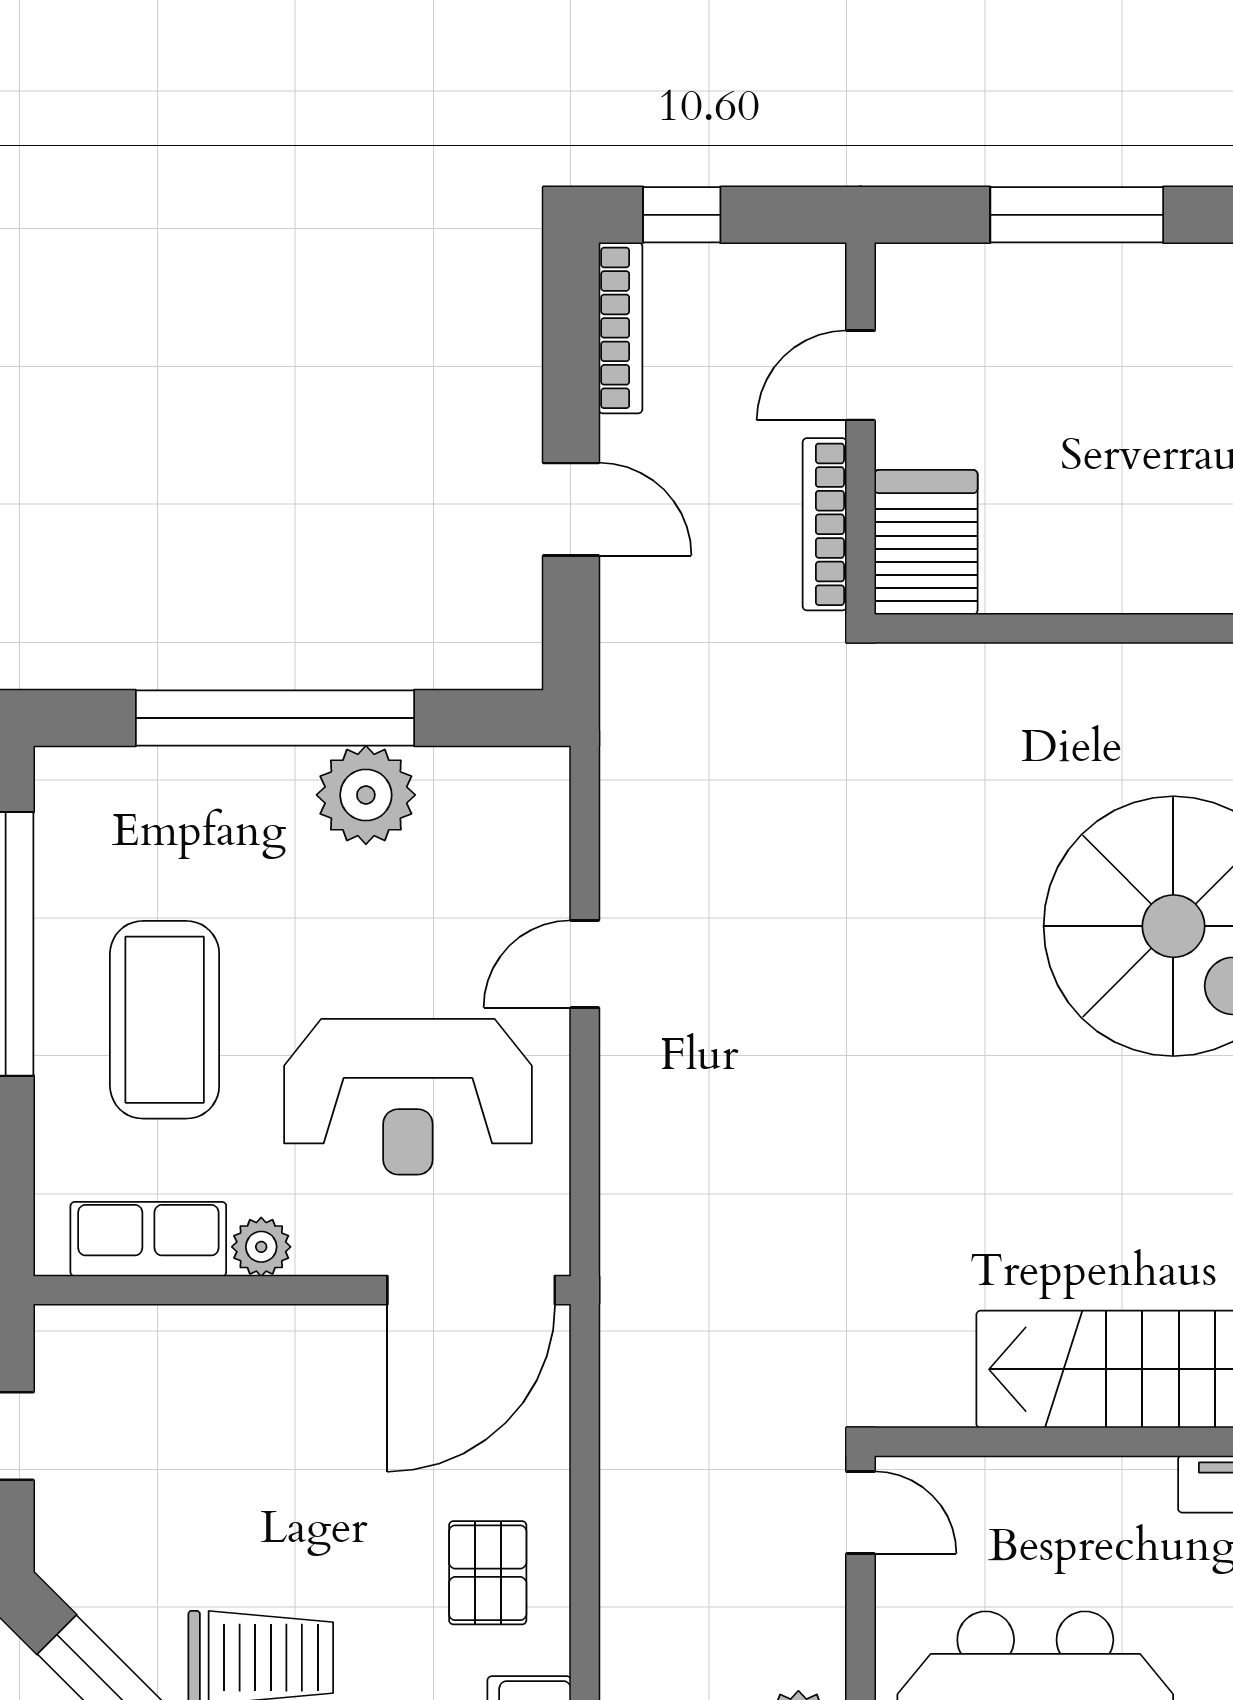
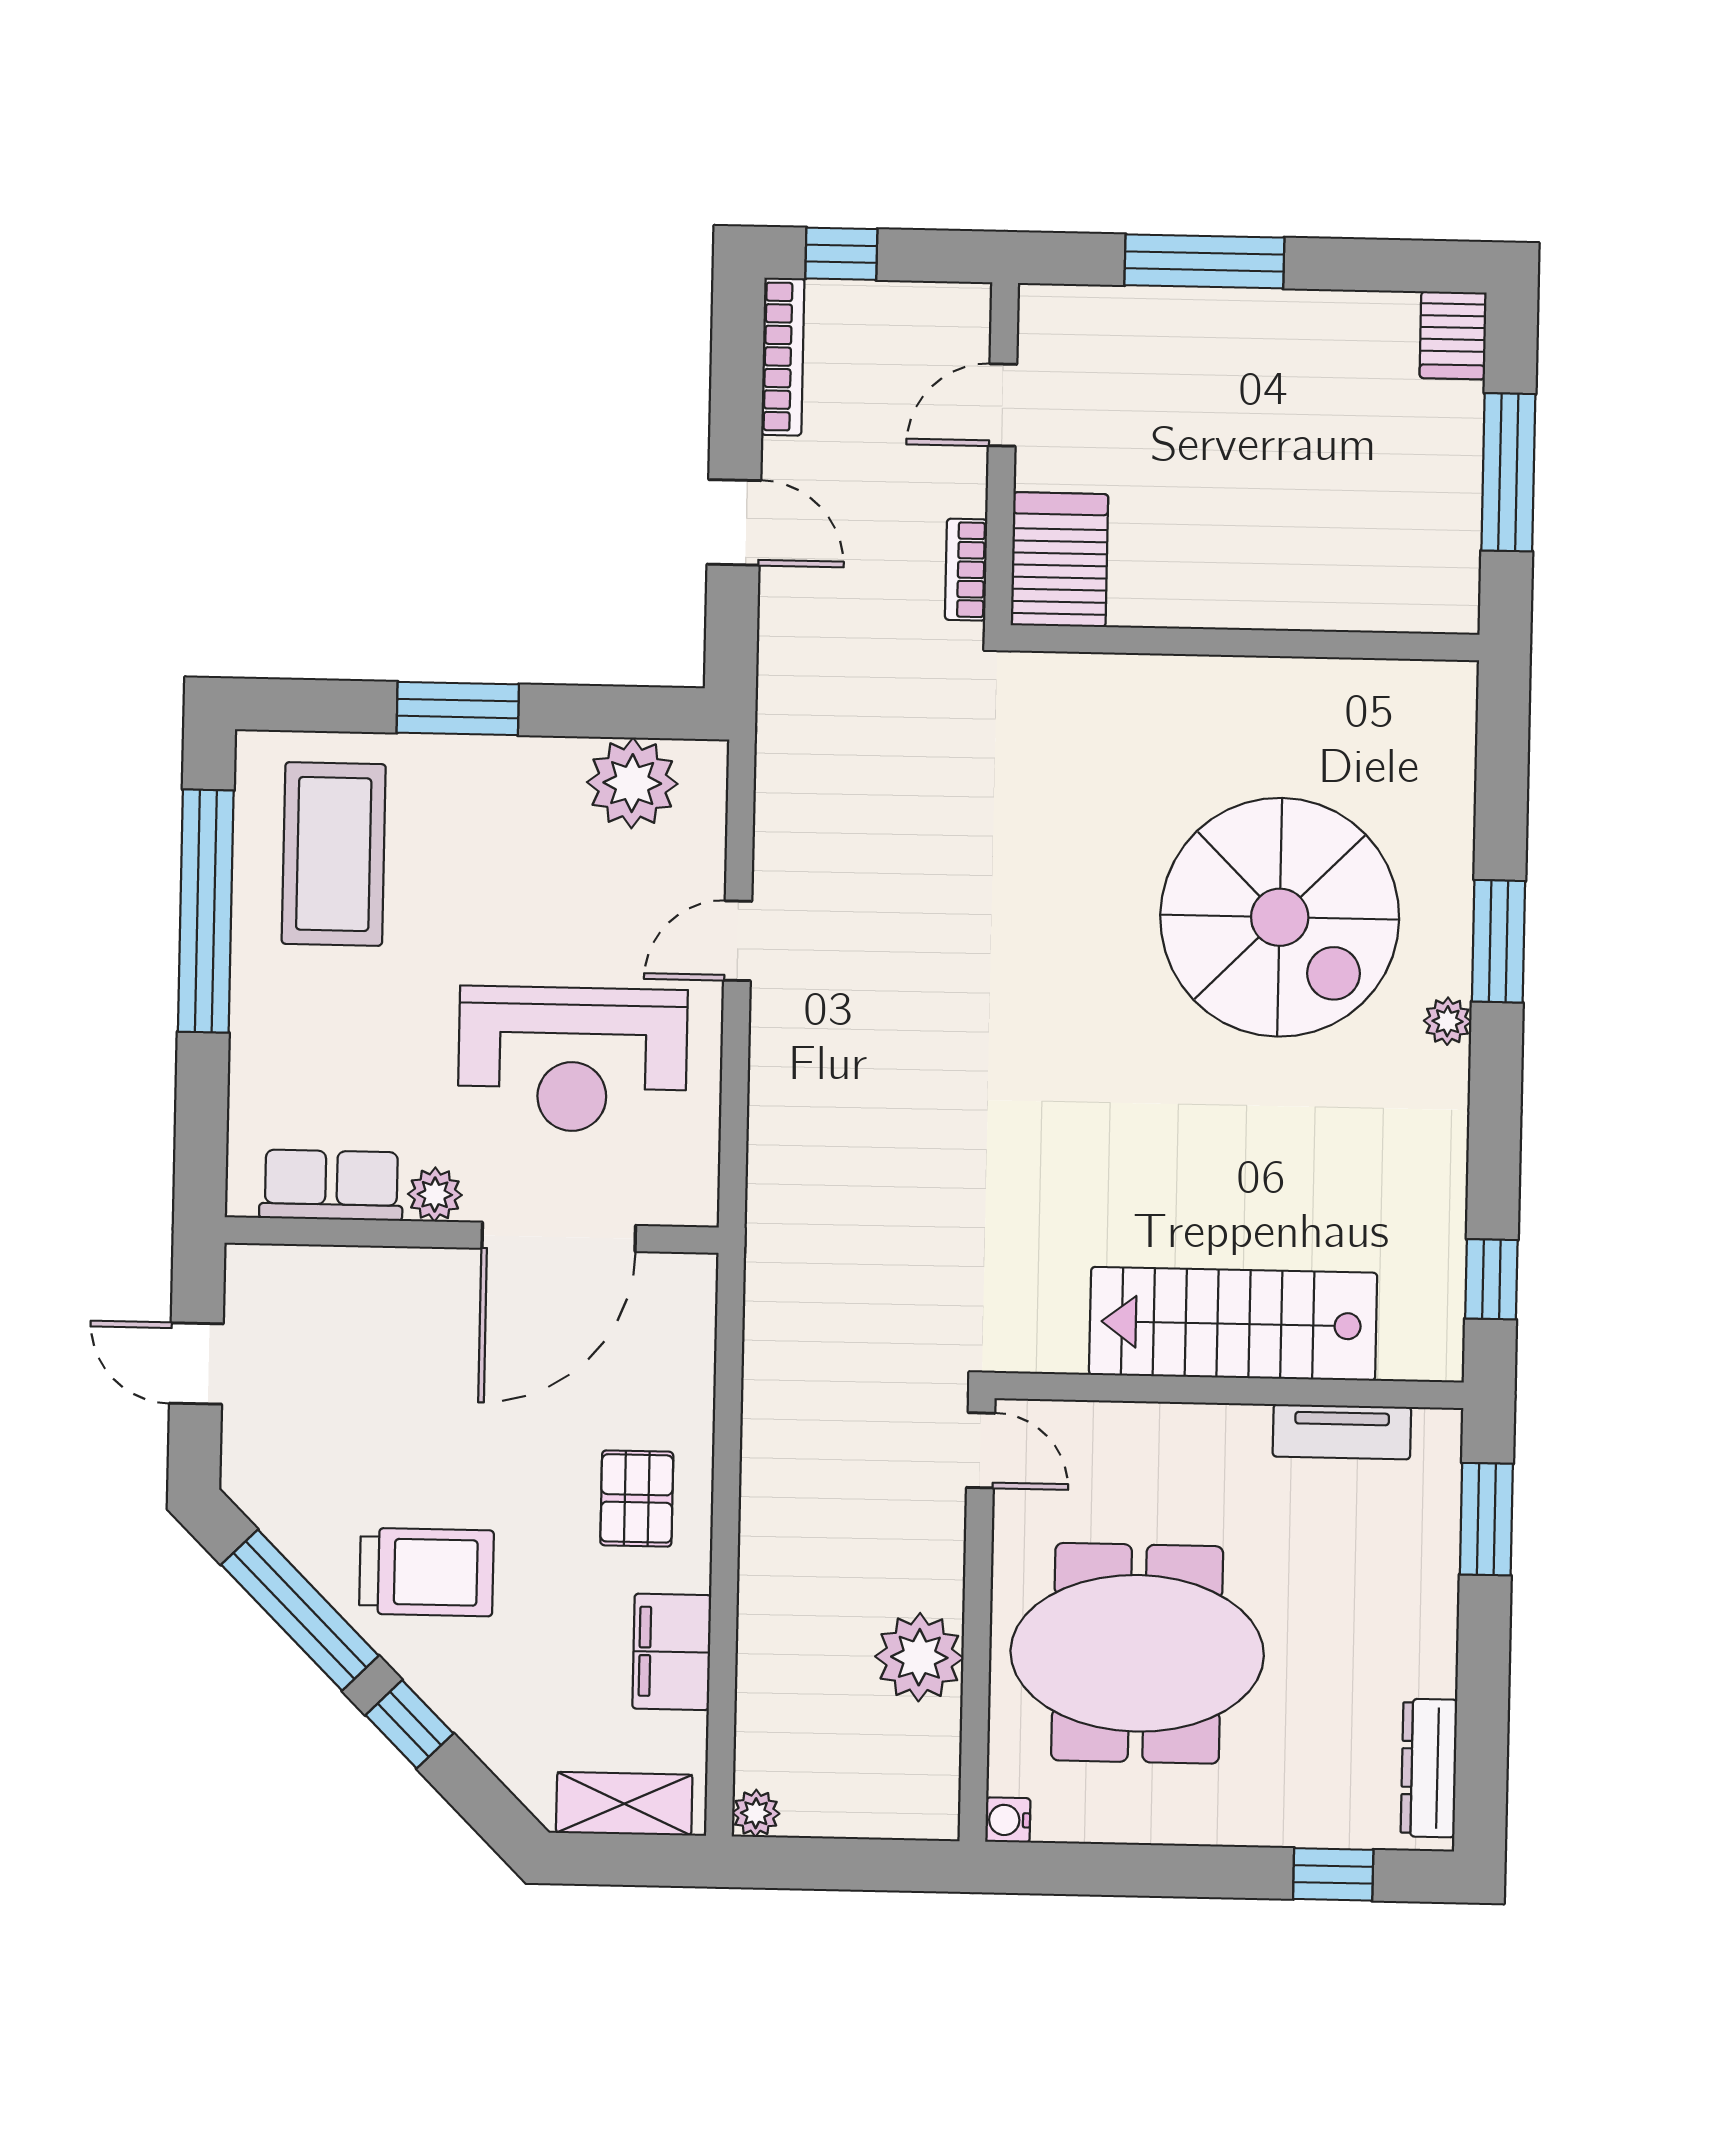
bookcase: (825, 524) -> (966, 570), width x0.64
window: (275, 718) -> (458, 709), width x0.47
plant: (366, 795) -> (632, 783), moved
coffee table: (165, 1020) -> (334, 854), moved
door: (471, 1290) -> (559, 1237), moved

